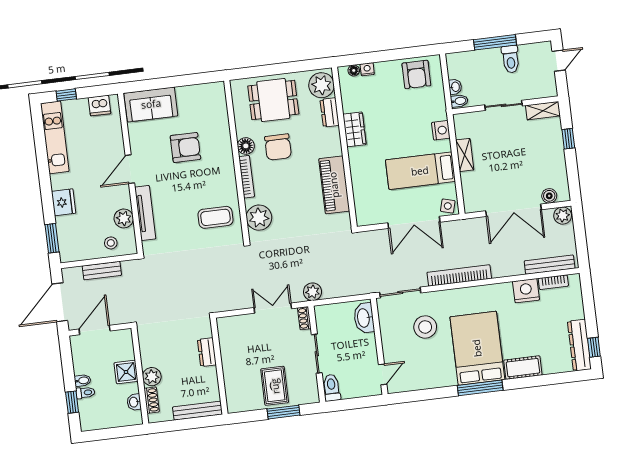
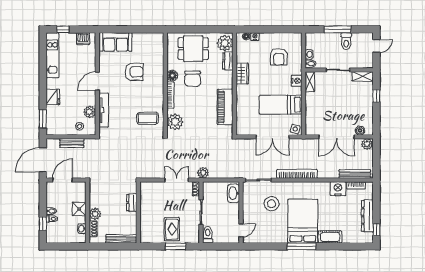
armchair: (416, 74) -> (279, 57), moved
shelving: (465, 155) -> (310, 82), moved
dresser: (579, 345) -> (367, 216), moved

